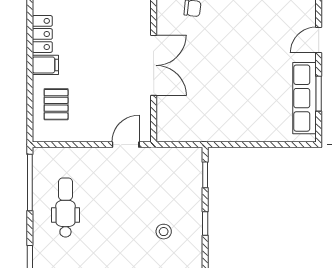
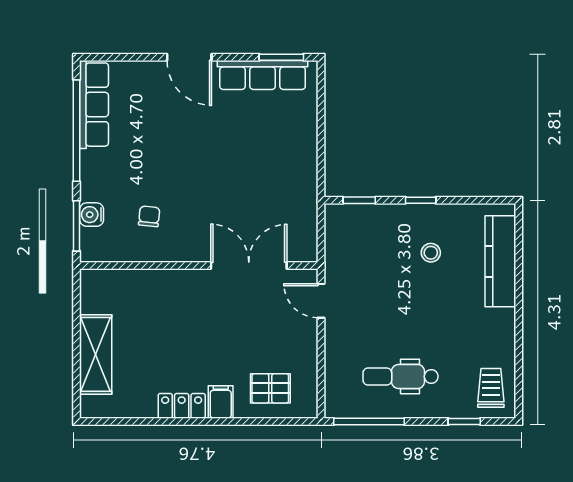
door: (319, 40) -> (189, 57), width x1.38
double door: (154, 65) -> (249, 265), moved
window: (319, 94) -> (281, 57), moved

